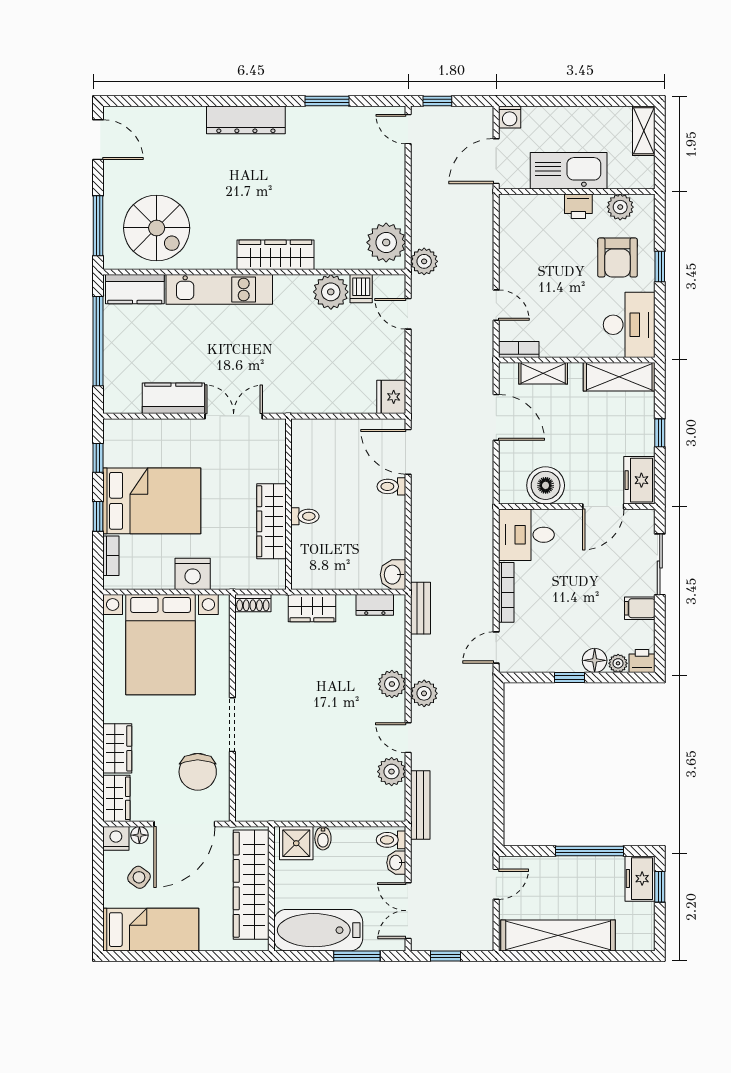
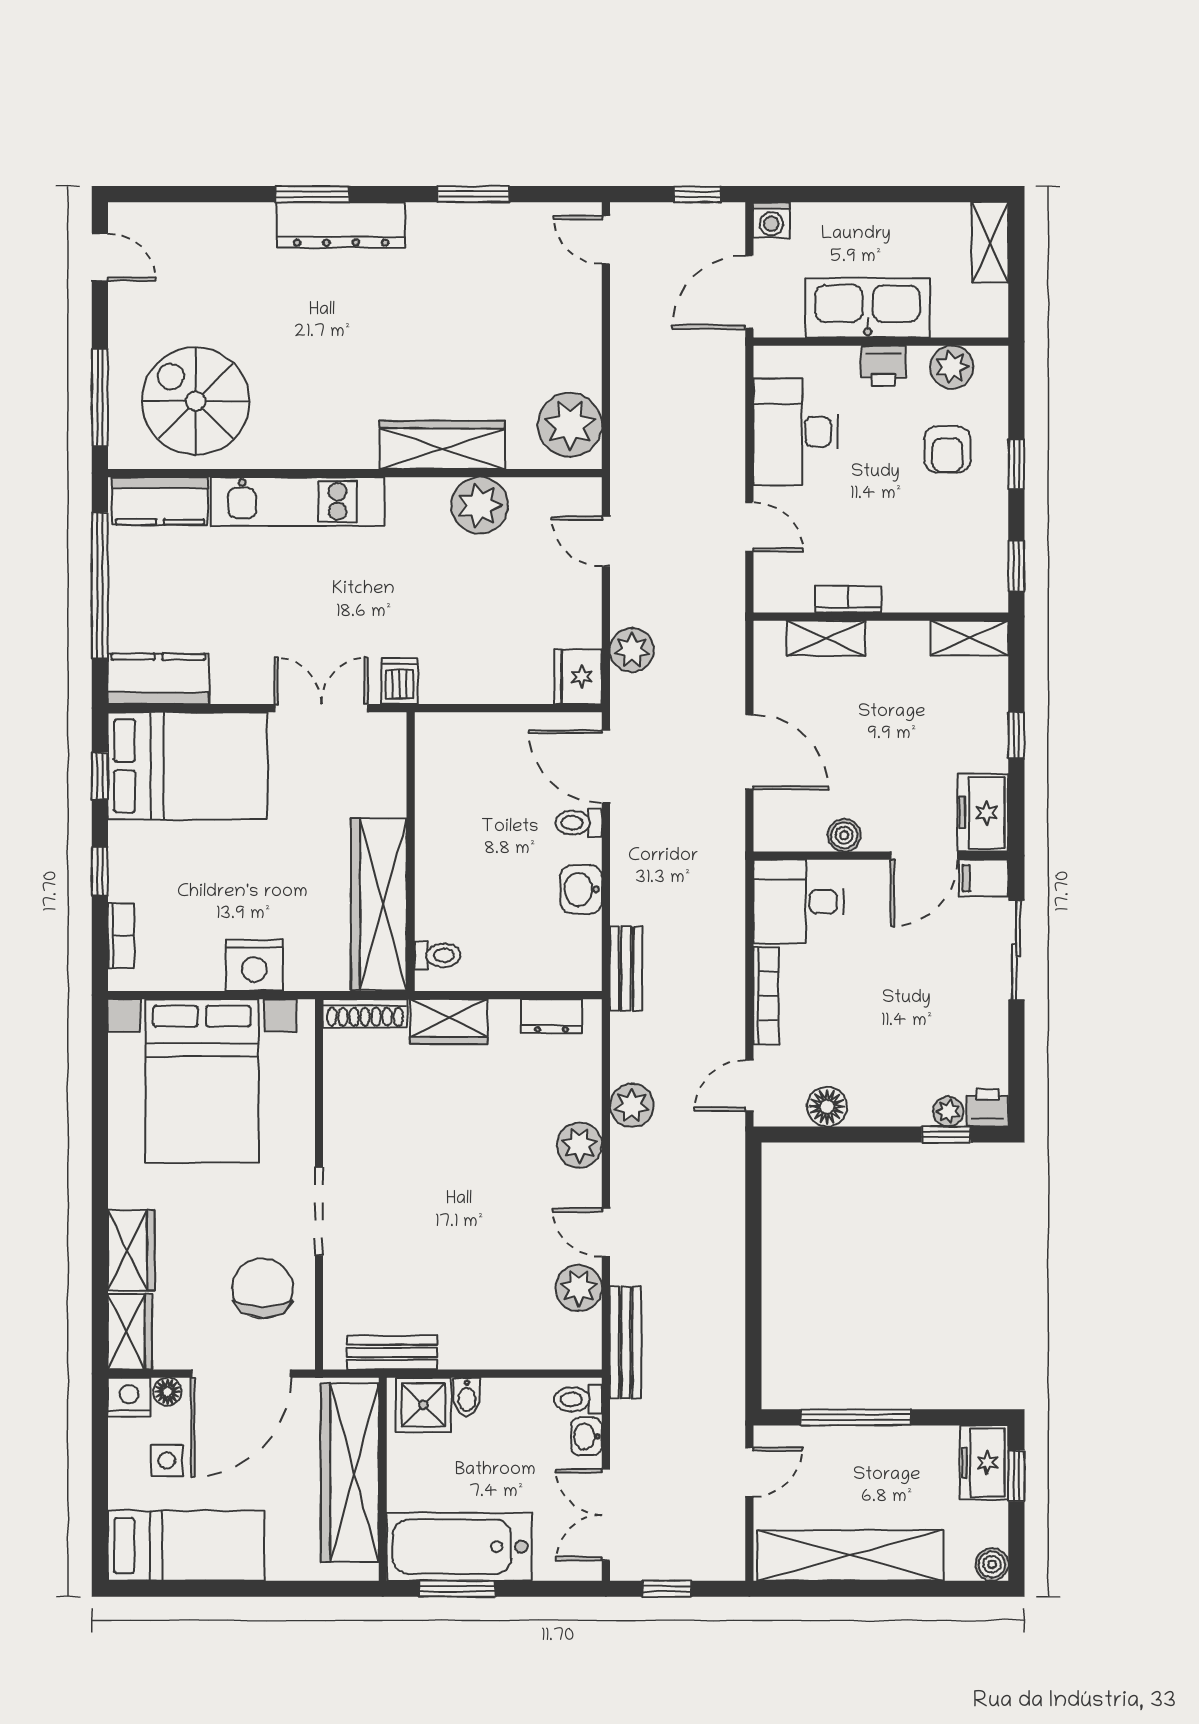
window: (228, 101) -> (312, 194), added
window: (437, 101) -> (698, 194), moved
door: (98, 140) -> (100, 257), width x0.73
spiral stairs: (157, 228) -> (195, 401), turned 180
wardrobe: (275, 255) -> (442, 445), moved
armchair: (617, 258) -> (947, 449), width x0.72, depth x0.72
plant: (424, 261) -> (632, 650), moved
dishwasher: (361, 289) -> (399, 681), moved, turned 180
desk: (629, 325) -> (795, 432), moved, turned 180
window: (660, 329) -> (1016, 566), added
bookcase: (519, 349) -> (848, 599), moved
shelving: (619, 377) -> (969, 638), width x0.67, depth x0.75
kitchen counter: (173, 398) -> (158, 679), moved
door: (496, 417) -> (749, 752), moved
boiler: (546, 485) -> (844, 835), width x0.54, depth x0.54
bed: (152, 501) -> (188, 766), moved
toilet: (305, 516) -> (437, 955), moved
wardrobe: (272, 521) -> (379, 904), width x1.40, depth x1.17
washbasin: (393, 575) -> (581, 889), moved
shoe rack: (253, 603) -> (365, 1013), width x1.43
bench: (421, 608) -> (626, 968), moved
filing cabinet: (640, 608) -> (984, 878), moved
floor lamp: (595, 660) -> (827, 1107), moved
window: (569, 678) -> (946, 1135), moved
plant: (424, 693) -> (632, 1105), moved
chair: (198, 772) -> (263, 1288), turned 180
bench: (277, 811) -> (392, 1352), added
window: (589, 851) -> (856, 1417), moved
side table: (139, 877) -> (167, 1460), turned -36
boiler: (645, 941) -> (992, 1564), added
window: (357, 956) -> (457, 1589), moved

